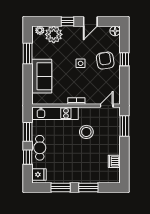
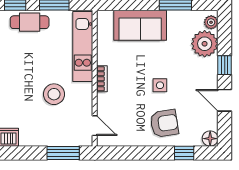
window: (124, 59) -> (184, 153), moved

